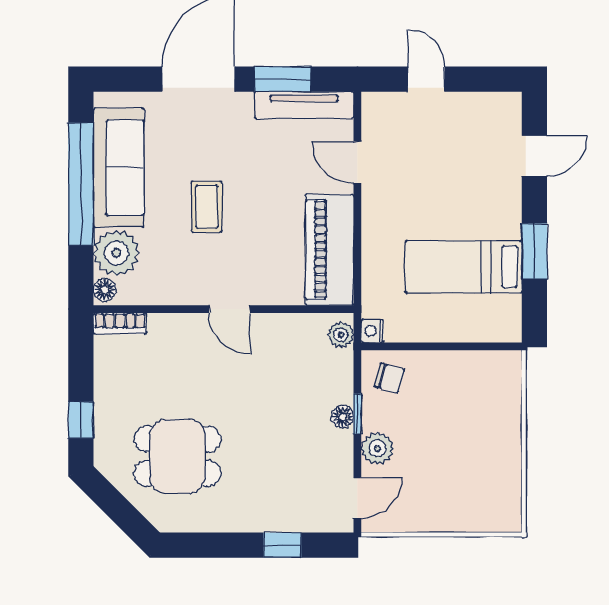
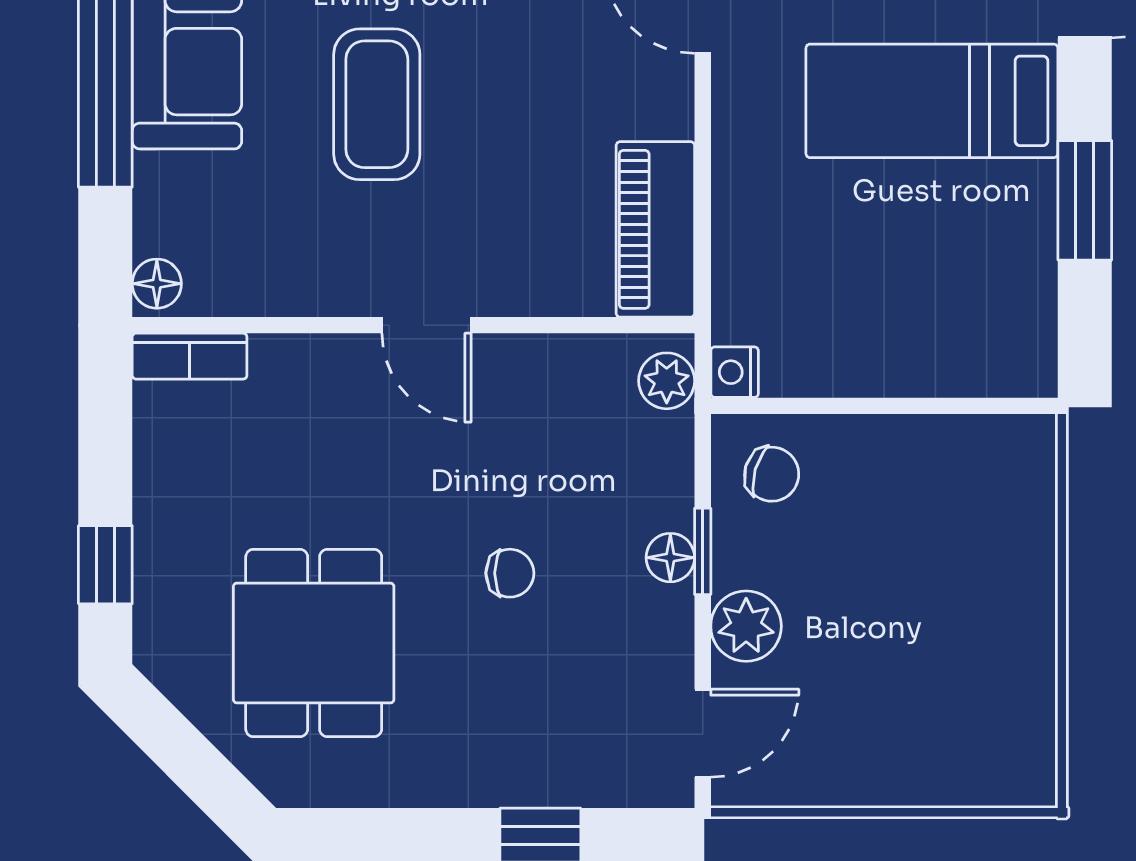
coffee table: (207, 207) -> (377, 104), width x1.36, depth x1.30
piano: (330, 250) -> (655, 229), width x0.73, depth x0.75
plant: (116, 253) -> (182, 204), removed
bed: (464, 267) -> (932, 101), moved
chair: (268, 424) -> (510, 573), added
dining table: (177, 456) -> (314, 643), turned 90

